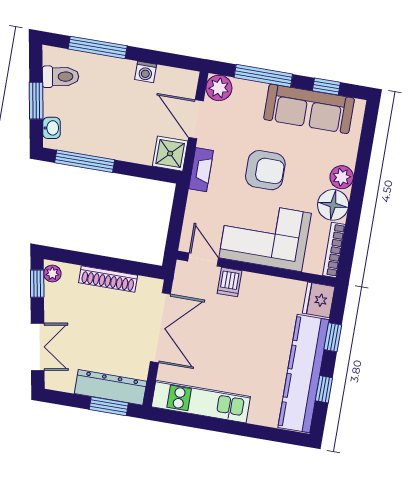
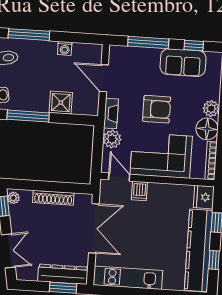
plant: (219, 88) -> (112, 139), moved
sofa: (309, 109) -> (183, 63), width x0.73
shower: (170, 154) -> (61, 103), moved

